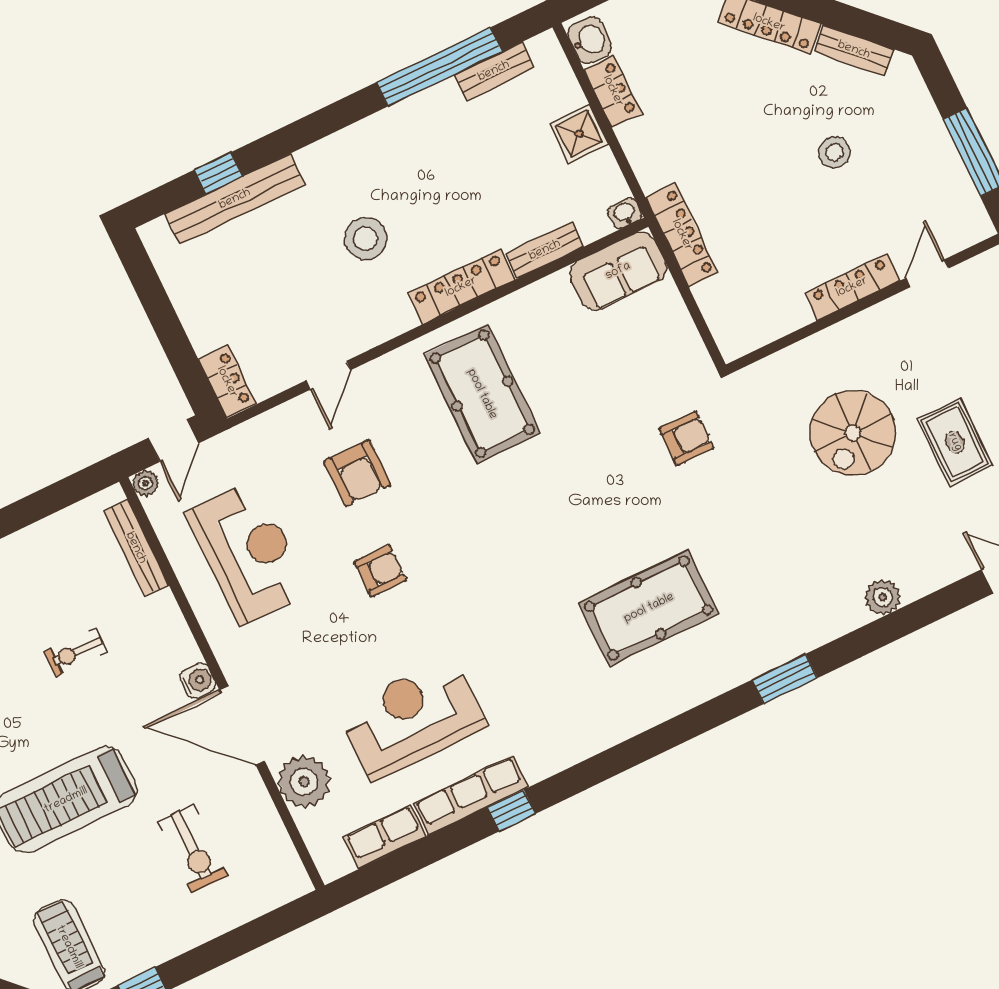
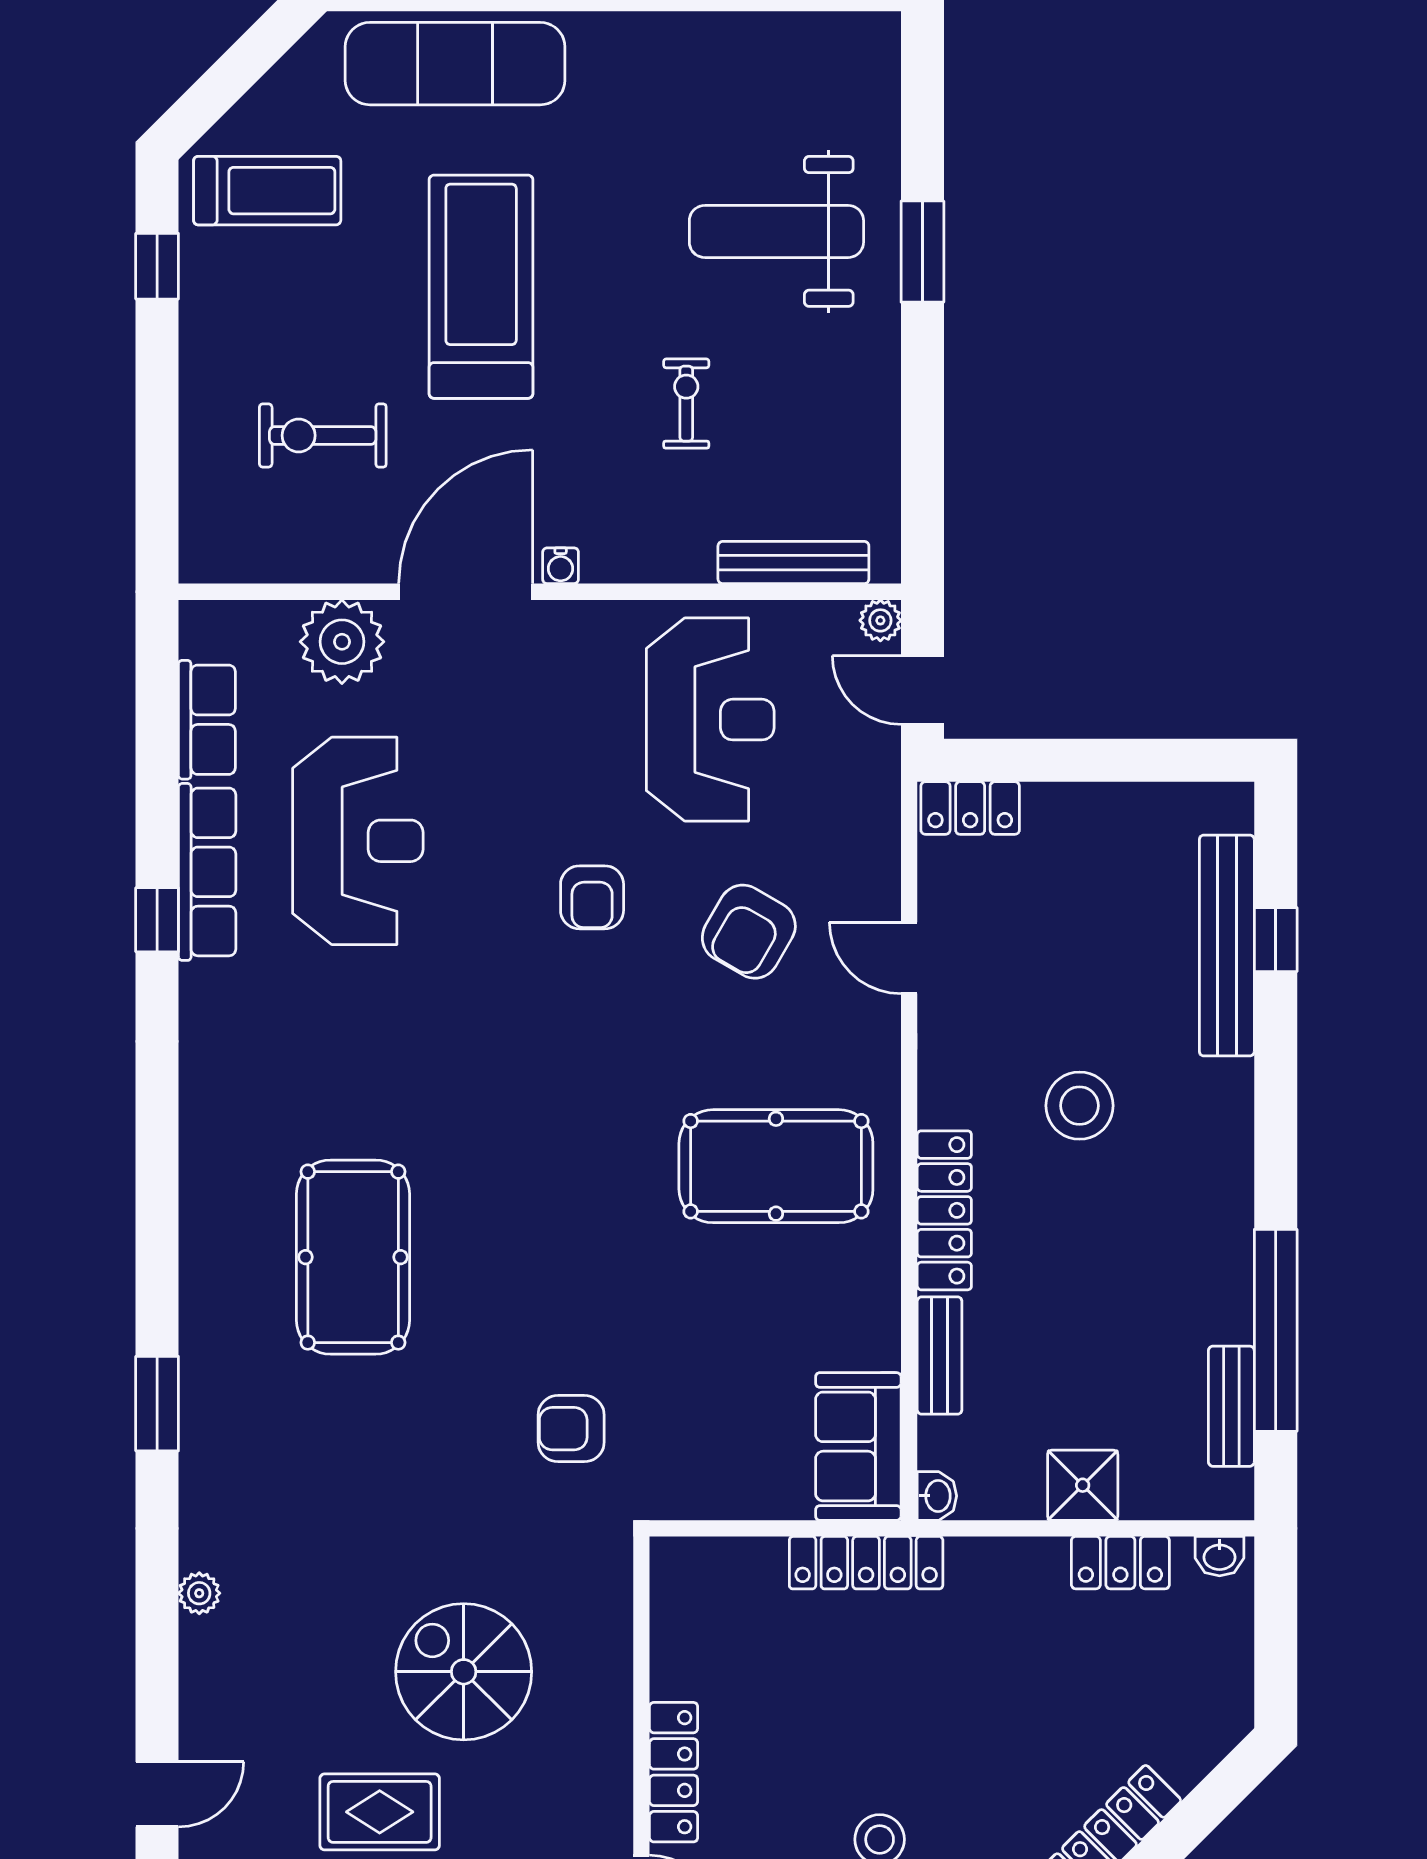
washbasin: (590, 40) -> (1220, 1556), width x0.72, depth x0.69
armchair: (686, 438) -> (571, 1429), turned 90
armchair: (357, 473) -> (749, 932), turned -60
reception desk: (248, 552) -> (710, 720), turned -90
plant: (883, 597) -> (199, 1593), width x0.73, depth x0.73
water cooler: (198, 681) -> (561, 566), width x0.72, depth x0.72

